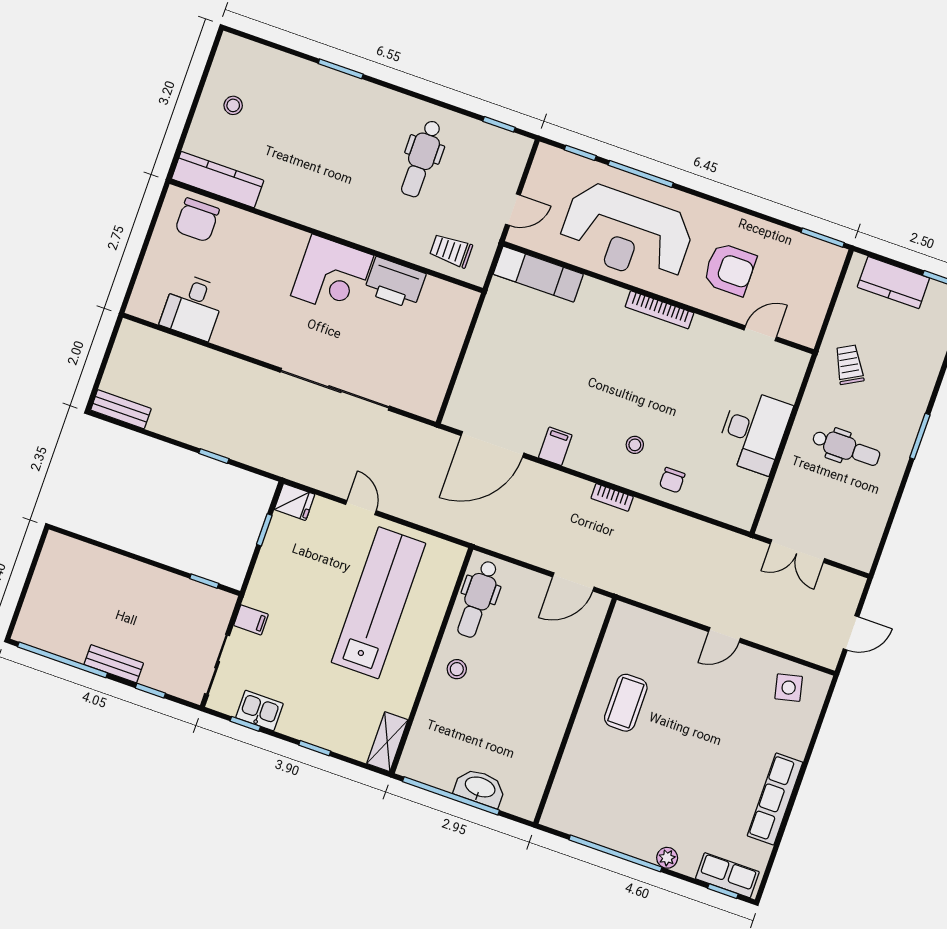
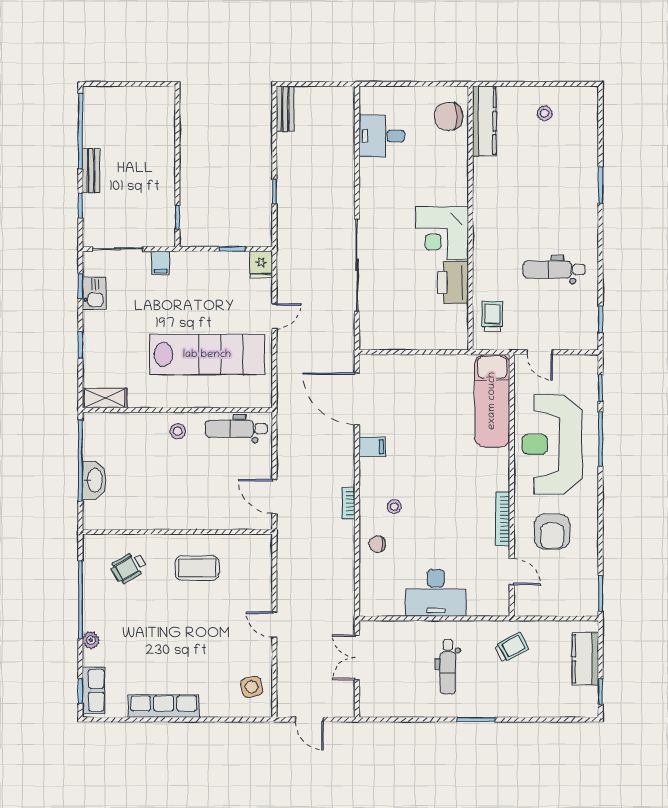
exam couch: (538, 274) -> (492, 401), width x1.36, depth x1.45
bookcase: (659, 310) -> (503, 519), moved
wheelchair: (597, 783) -> (129, 567), added

